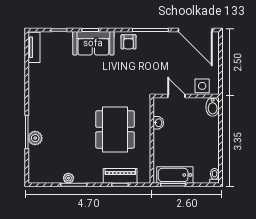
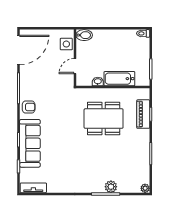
sofa: (93, 43) -> (30, 143), width x1.36
bathtub: (175, 175) -> (119, 79), moved, turned 90
plant: (68, 178) -> (145, 188), moved

